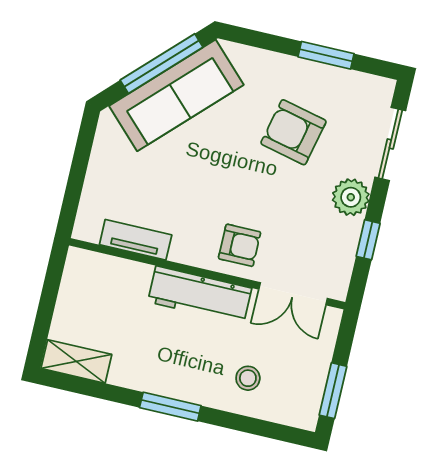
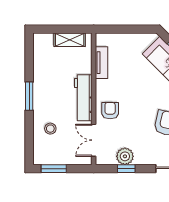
plant: (351, 197) -> (125, 156), moved
armchair: (240, 245) -> (110, 111), turned 180
shelving: (76, 361) -> (70, 40), moved, turned 90

